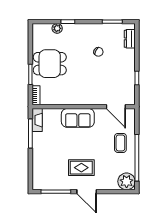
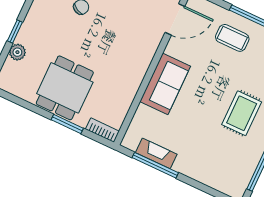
fireplace: (37, 120) -> (156, 153), moved

